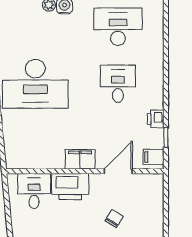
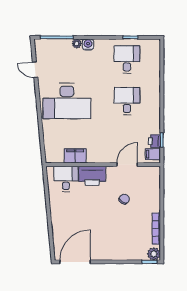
desk: (118, 27) -> (127, 59), width x0.73
printer: (156, 119) -> (154, 141), moved
filing cabinet: (80, 159) -> (75, 156), moved

